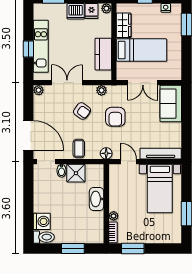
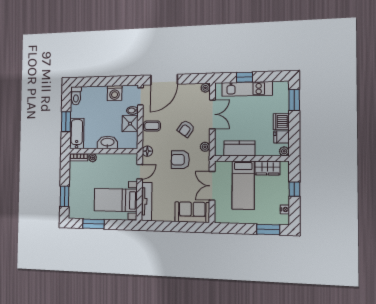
washing machine: (42, 221) -> (115, 93), moved
bathtub: (86, 235) -> (77, 134), added
window: (133, 248) -> (65, 196), moved

